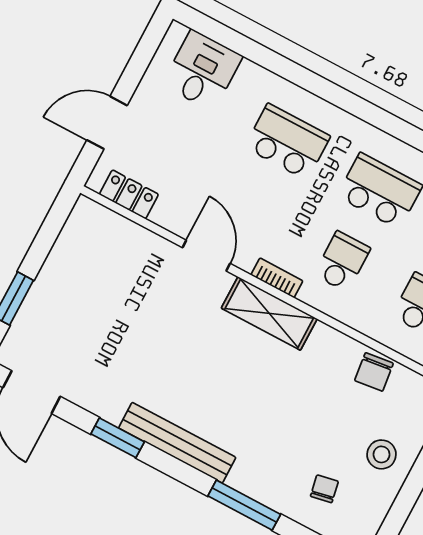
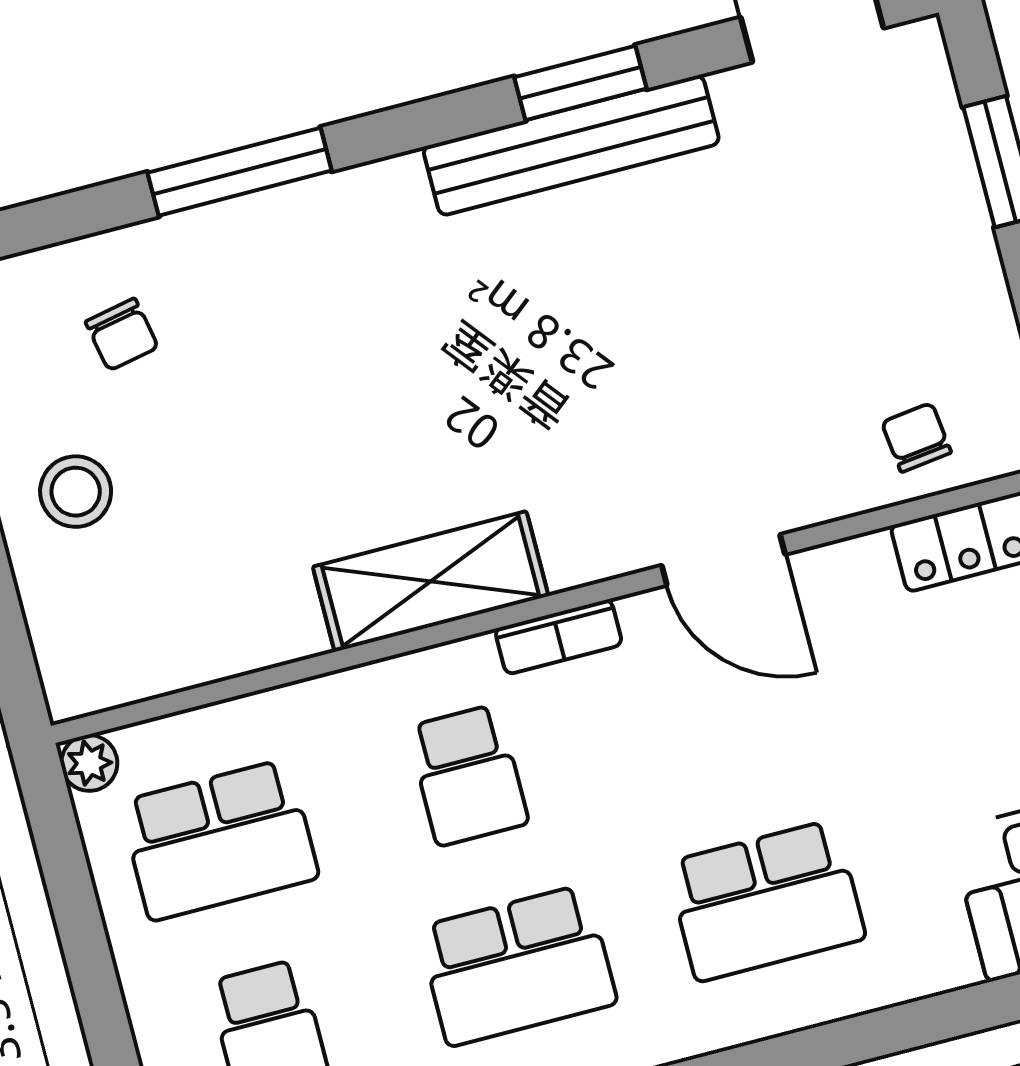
shelving: (269, 313) -> (431, 581), moved
chair: (374, 372) -> (916, 437), moved, width x0.73, depth x0.73
bench: (177, 443) -> (571, 145), moved

